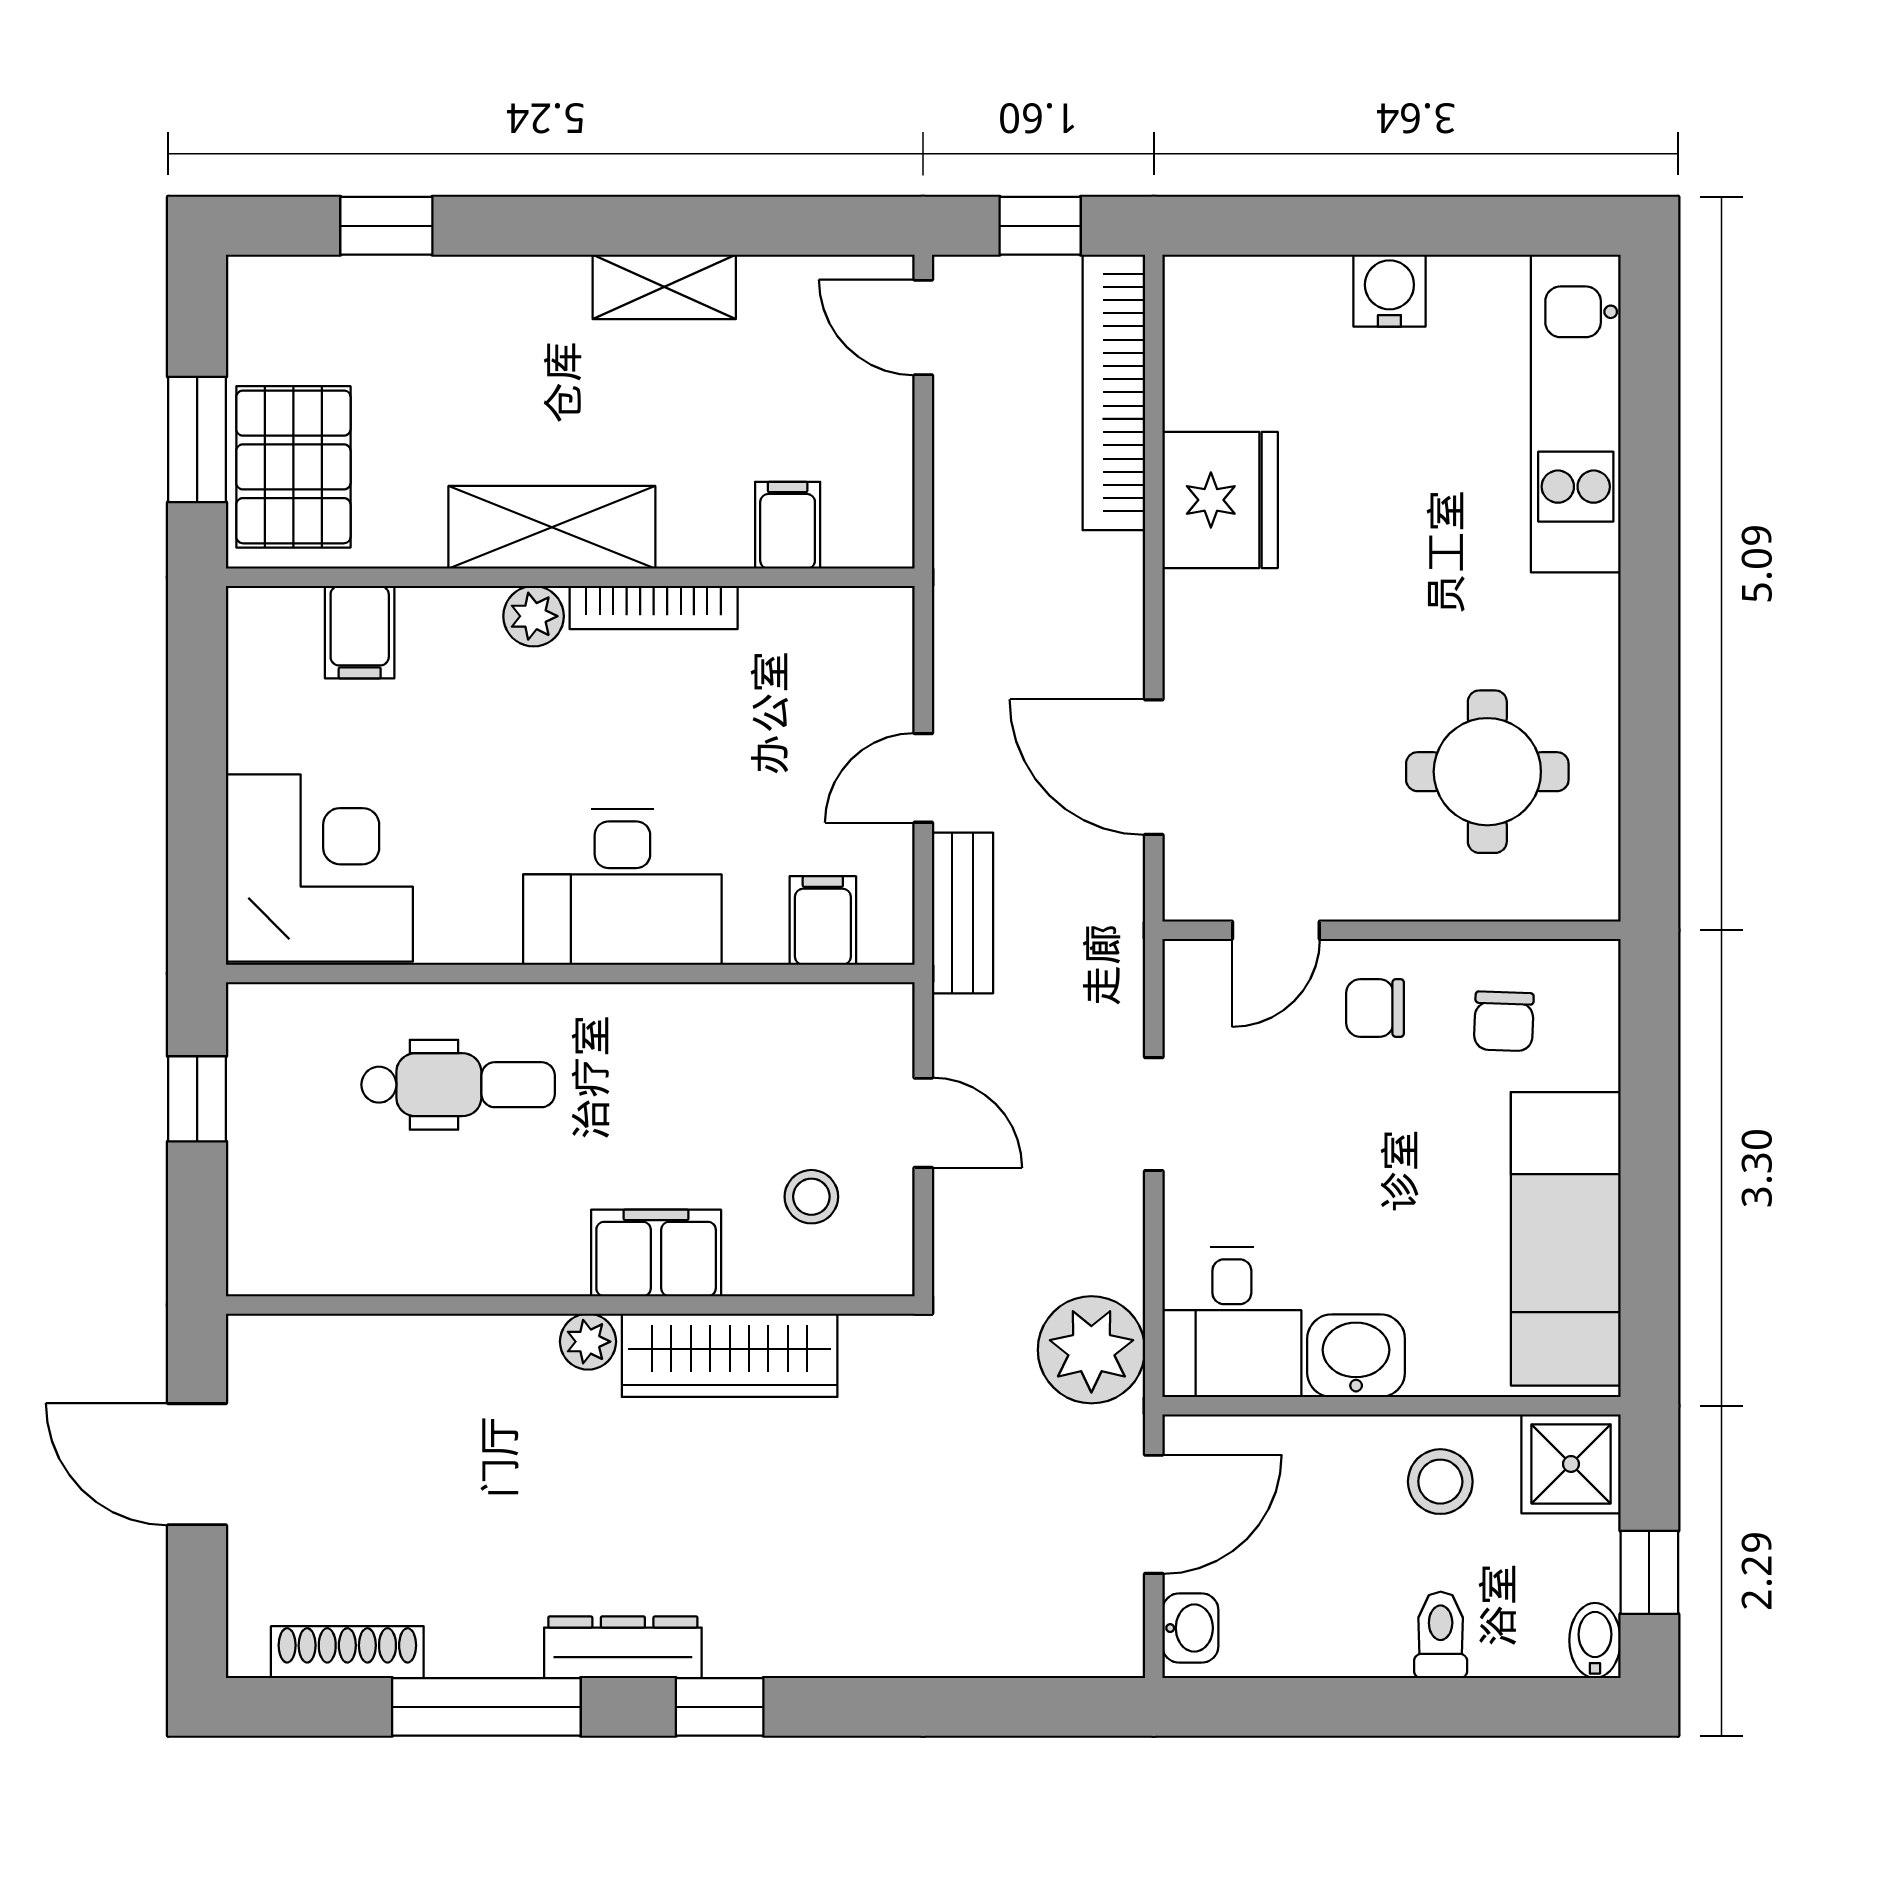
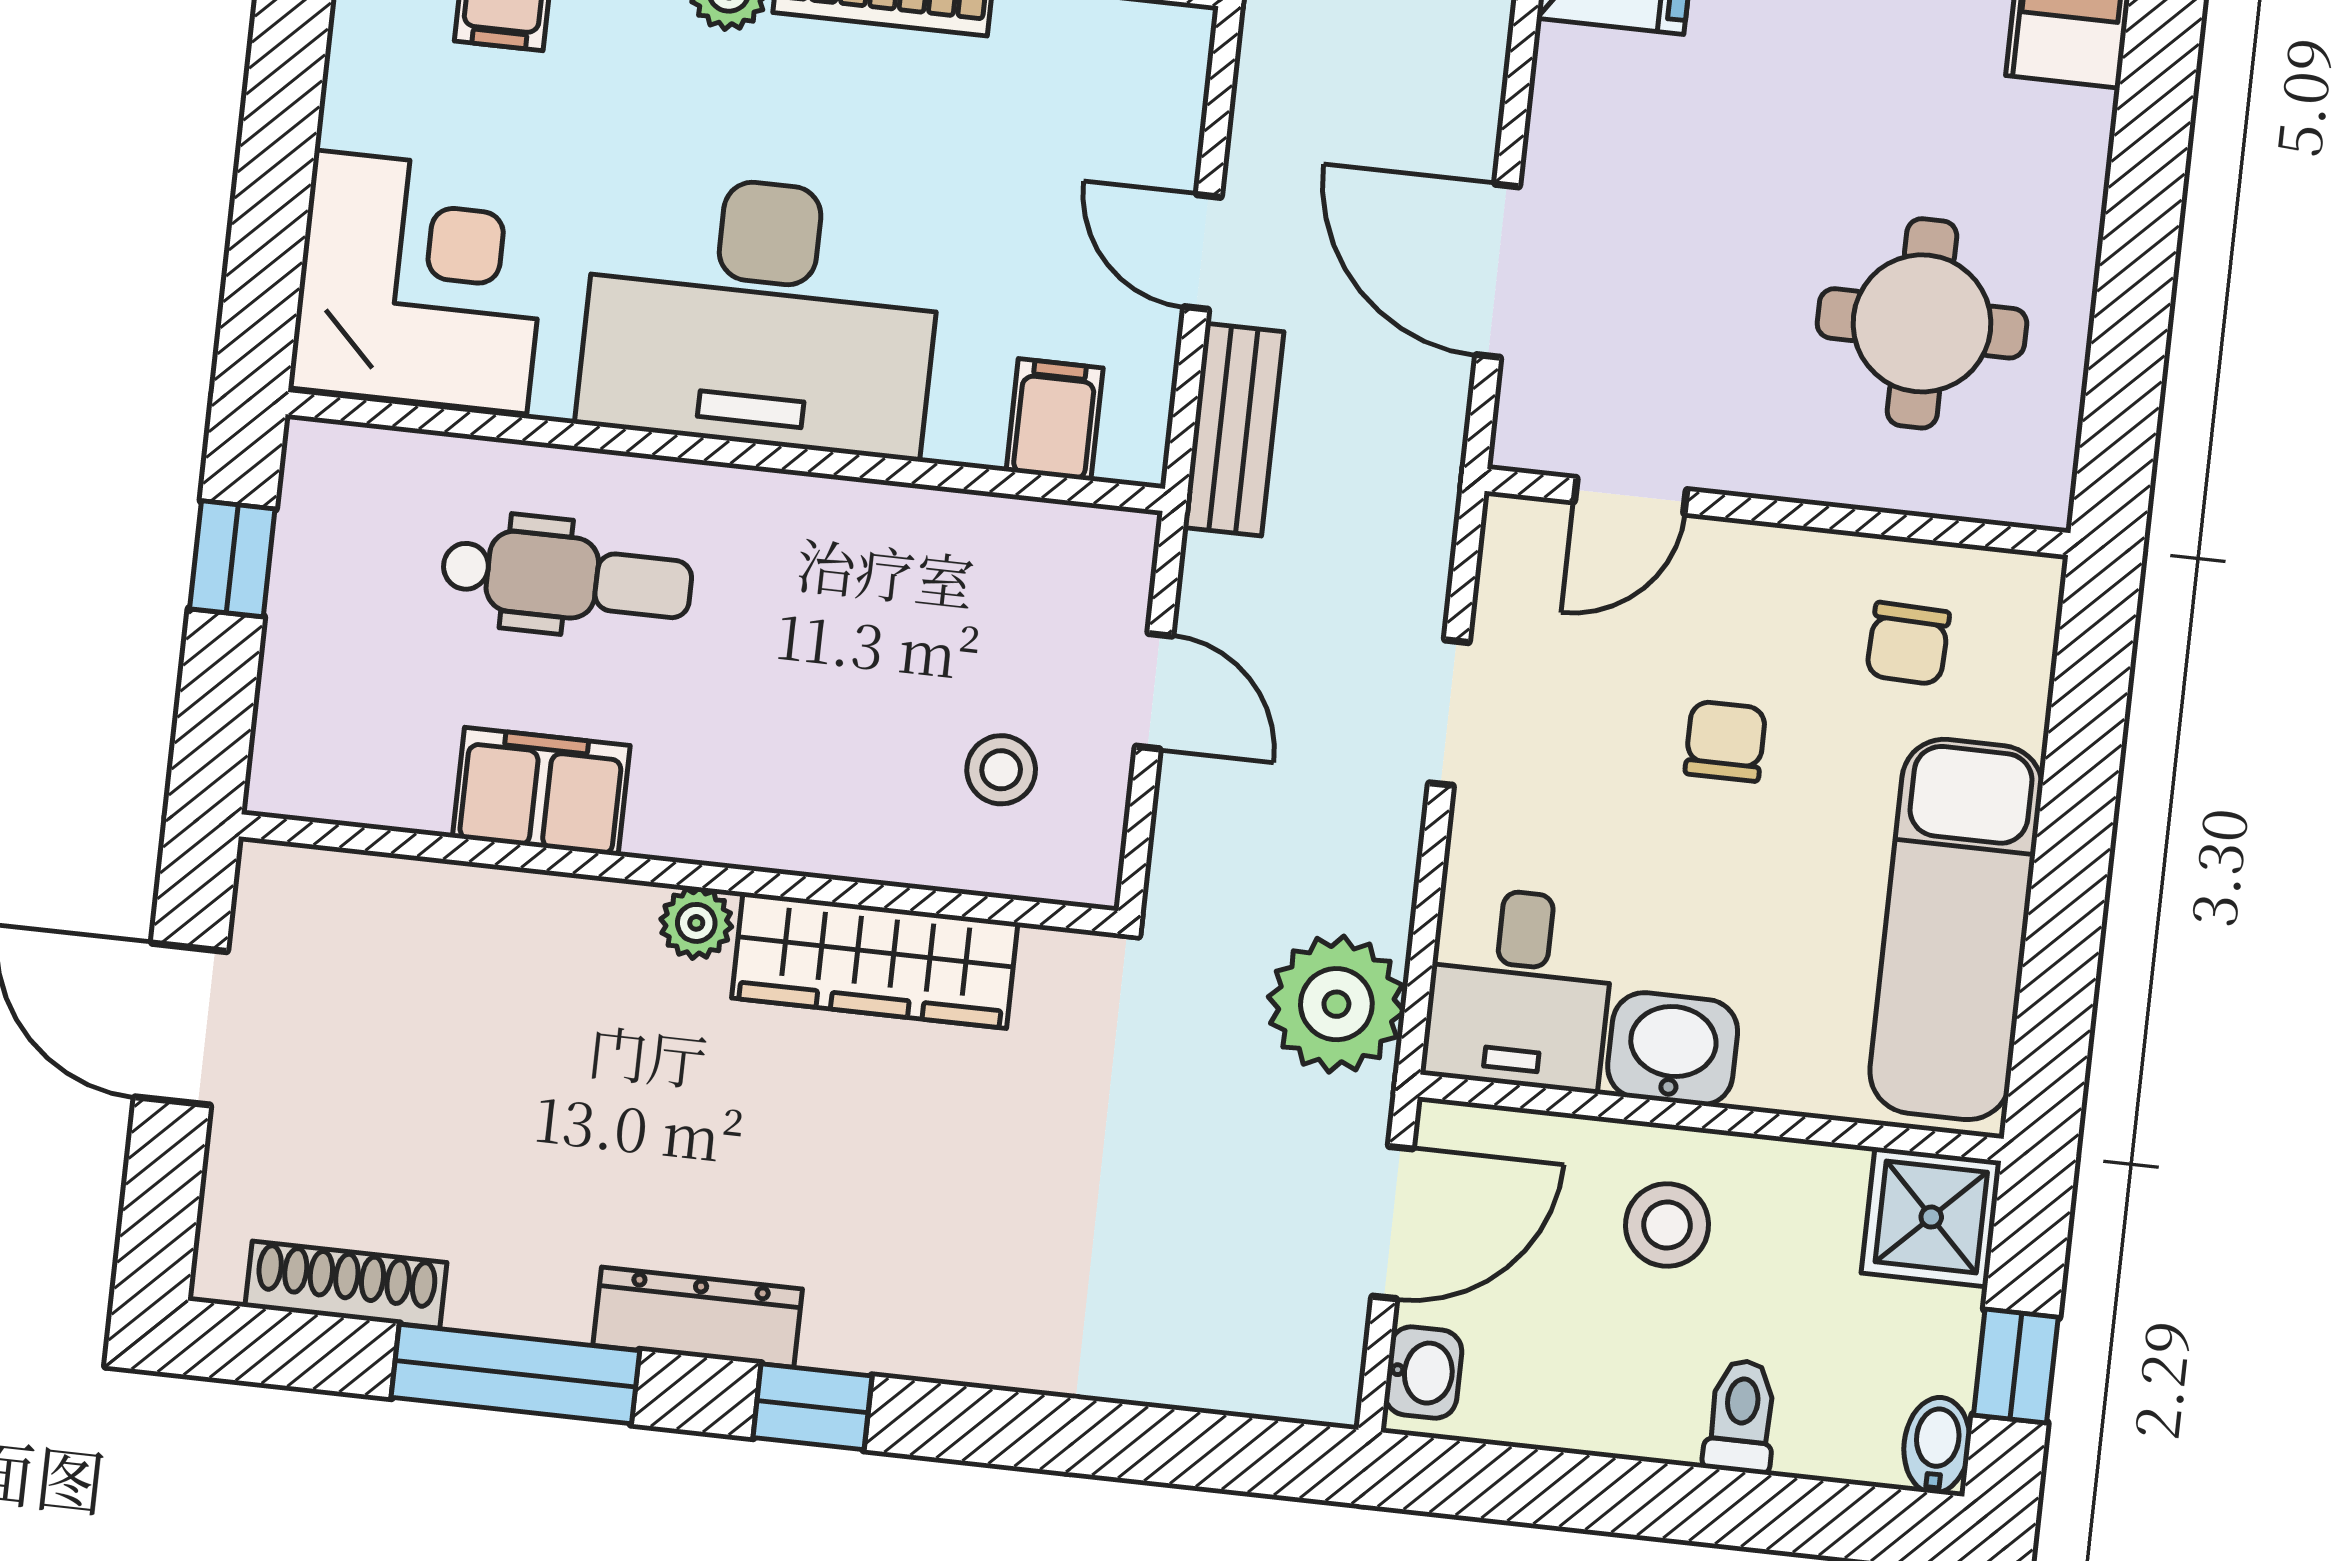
door: (923, 778) -> (1202, 252), hinge flipped
desk: (622, 887) -> (761, 314), width x1.36, depth x1.30
chair: (1375, 1008) -> (1725, 741), moved, turned 90
filing cabinet: (656, 1253) -> (541, 792), moved
stool: (1440, 1482) -> (1667, 1225), moved

